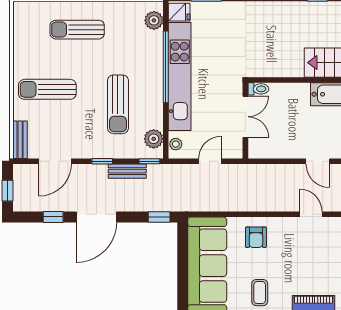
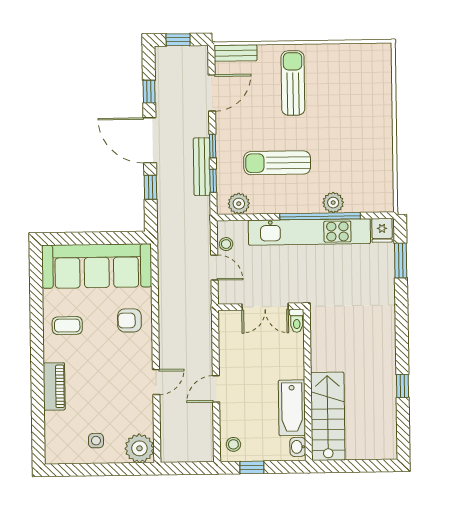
plant: (154, 20) -> (333, 203), moved
sun lounger: (77, 30) -> (361, 116), removed
stool: (176, 144) -> (226, 244), moved
door: (55, 161) -> (212, 93), swing flipped
window: (149, 161) -> (213, 181), moved
bench: (127, 171) -> (202, 167), width x1.36
window: (159, 217) -> (150, 187), moved

